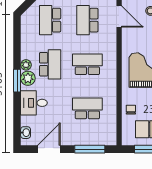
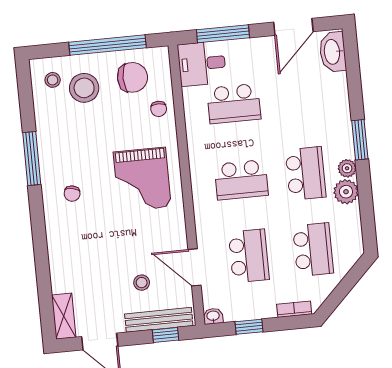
school desk: (50, 64) -> (306, 173), turned 180
plant: (28, 78) -> (346, 192), moved
desk: (34, 103) -> (202, 64), moved, turned 180
washbasin: (26, 133) -> (333, 52), width x1.91, depth x1.45

